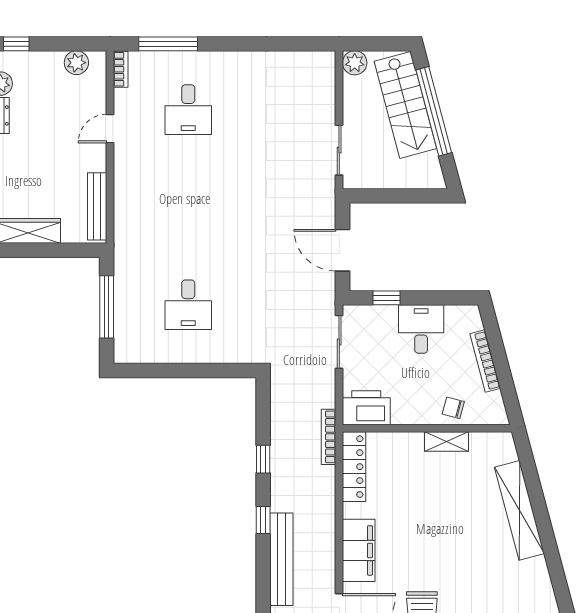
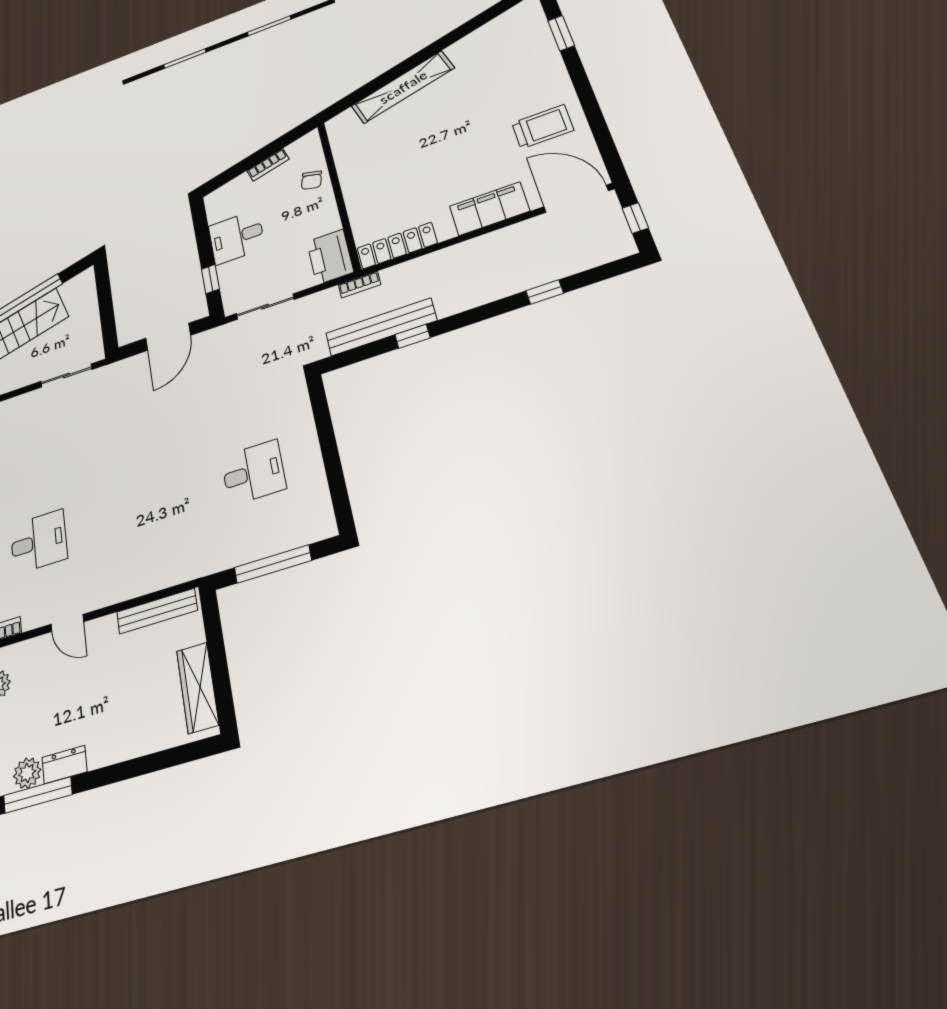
bookcase: (485, 361) -> (268, 165), width x0.64
bookcase: (329, 437) -> (359, 285), width x0.64
shelving: (446, 442) -> (348, 173), removed
window: (263, 520) -> (545, 292), moved
bench: (281, 559) -> (381, 327), moved

